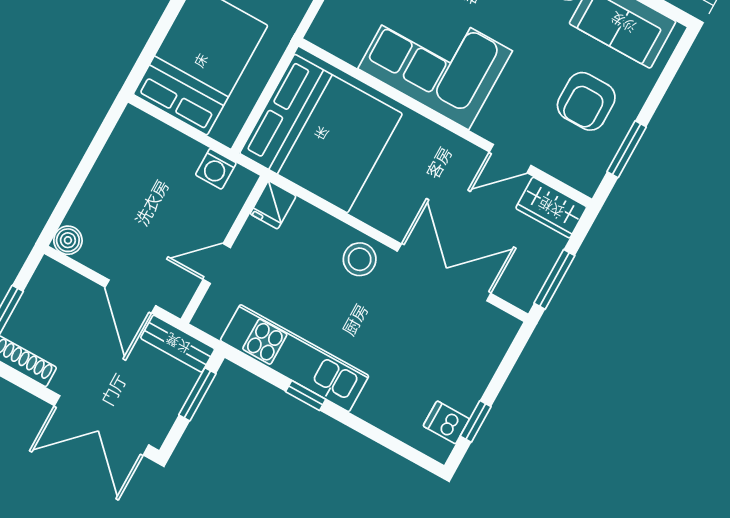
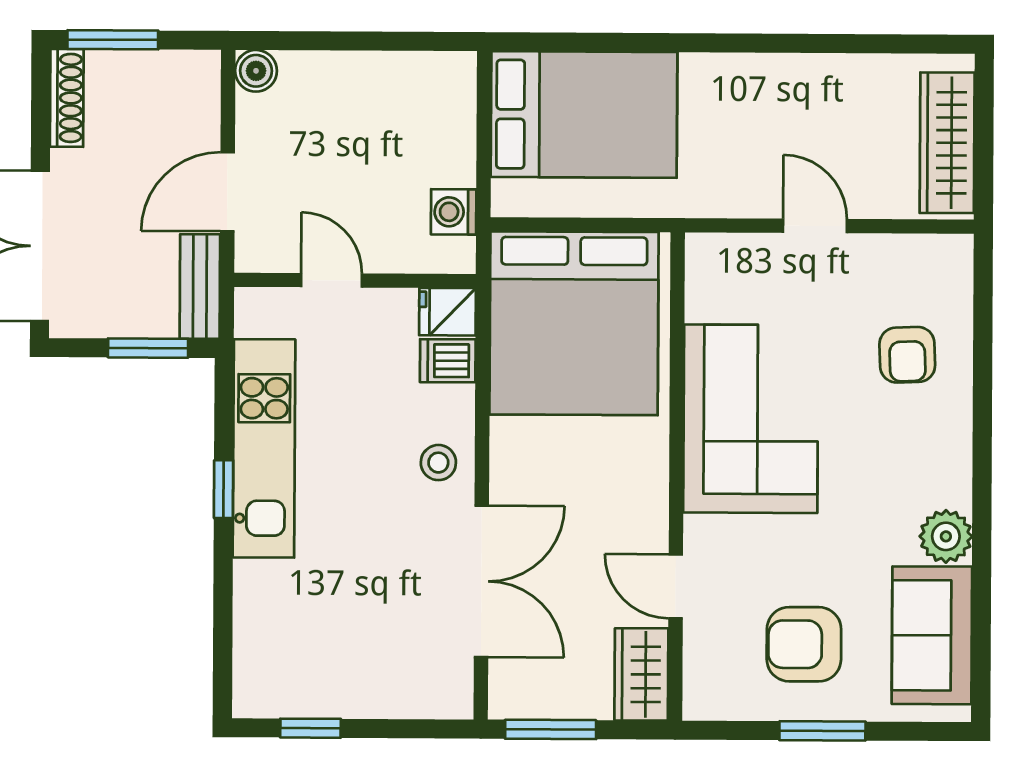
window: (627, 149) -> (822, 731), moved
stool: (360, 259) -> (438, 463), width x0.73, depth x0.73
dishwasher: (446, 422) -> (448, 361), moved, turned -90

